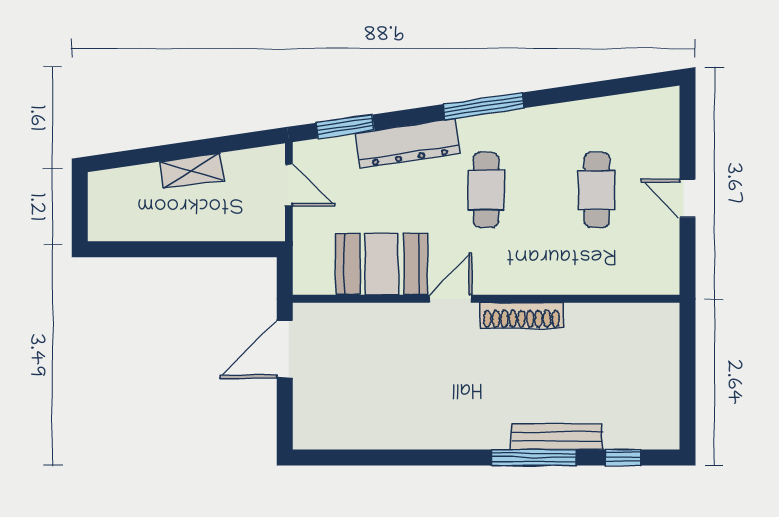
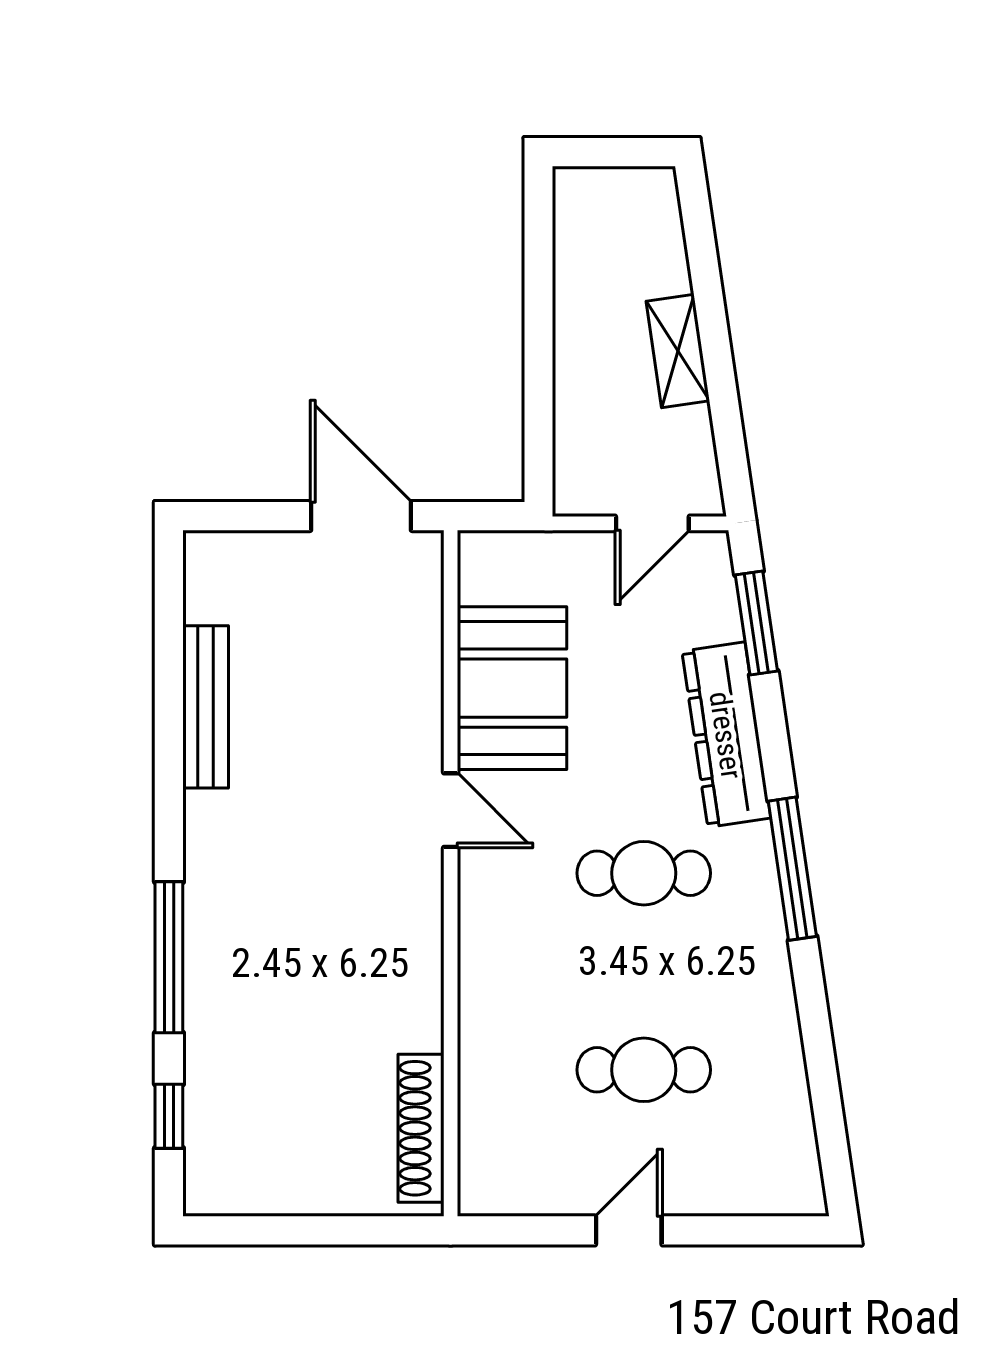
shoe rack: (521, 315) -> (421, 1128), moved
bench: (556, 437) -> (206, 707), moved

